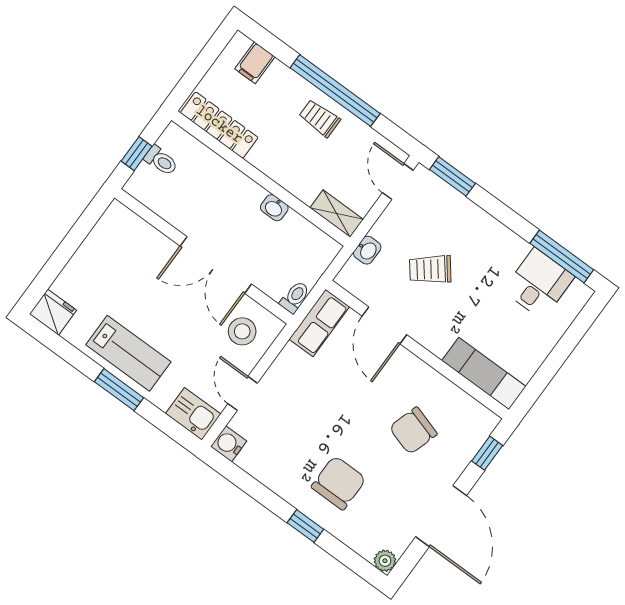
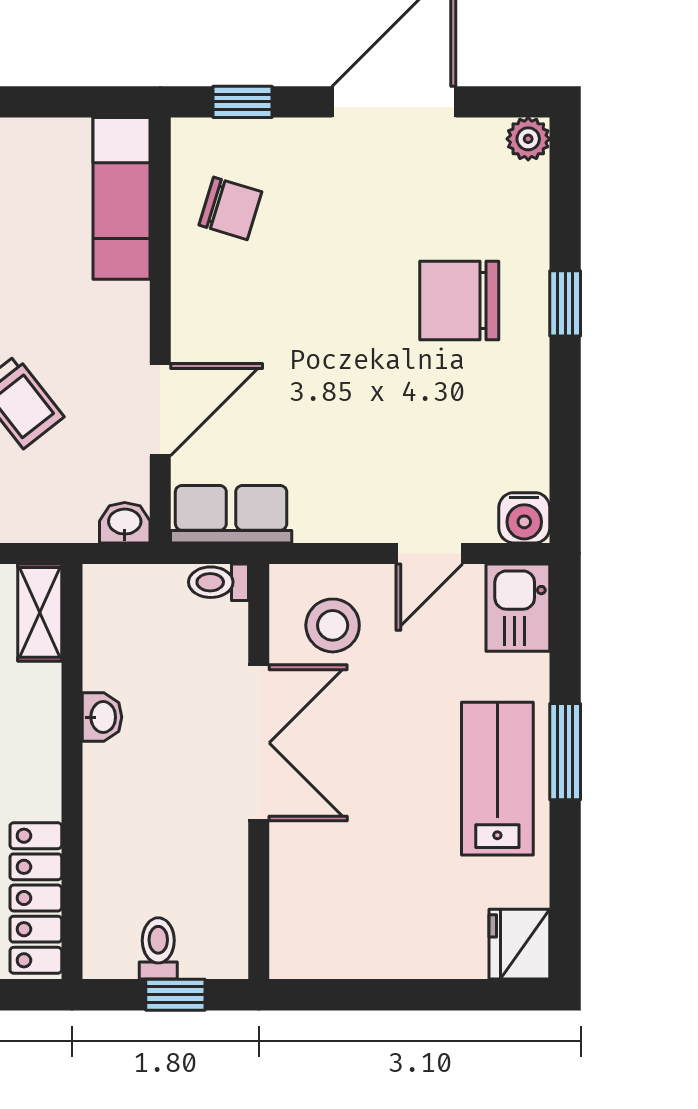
washbasin: (367, 250) -> (125, 523), moved
chair: (413, 431) -> (230, 208), moved, width x0.73, depth x0.73

